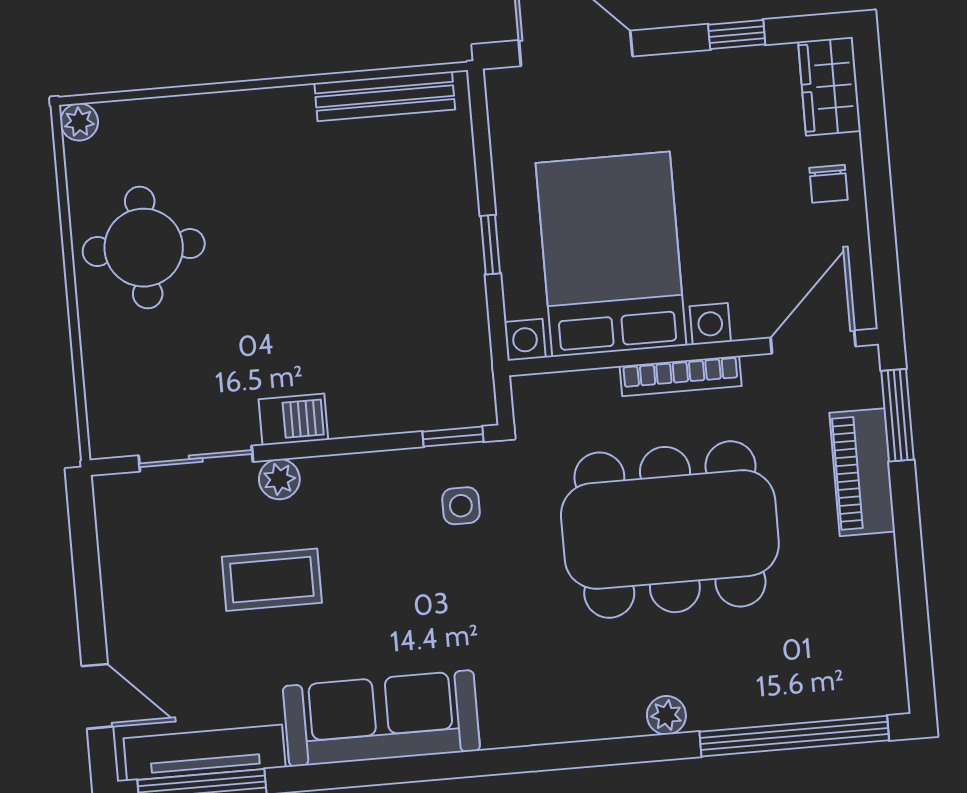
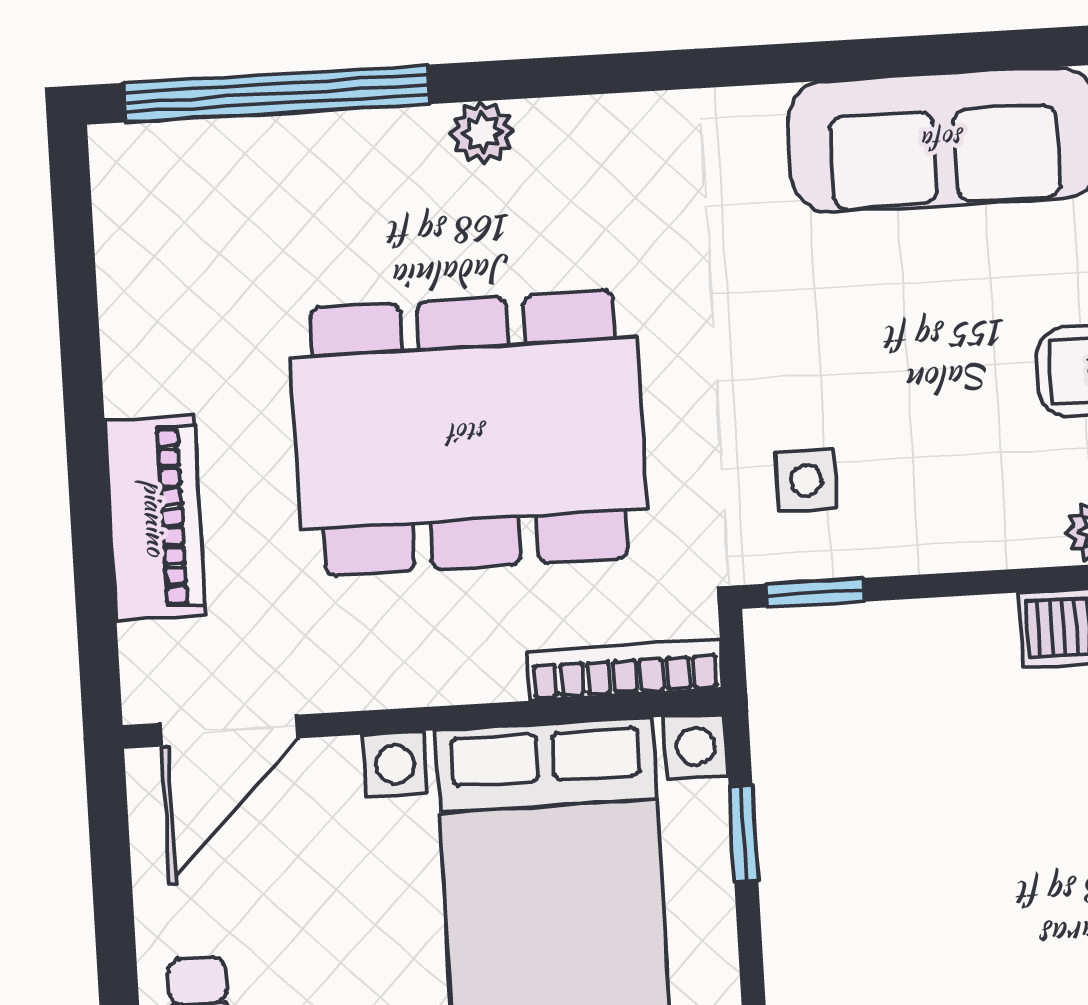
window: (490, 245) -> (743, 834), moved
bookcase: (681, 376) -> (625, 670), moved
window: (897, 415) -> (96, 608), removed

